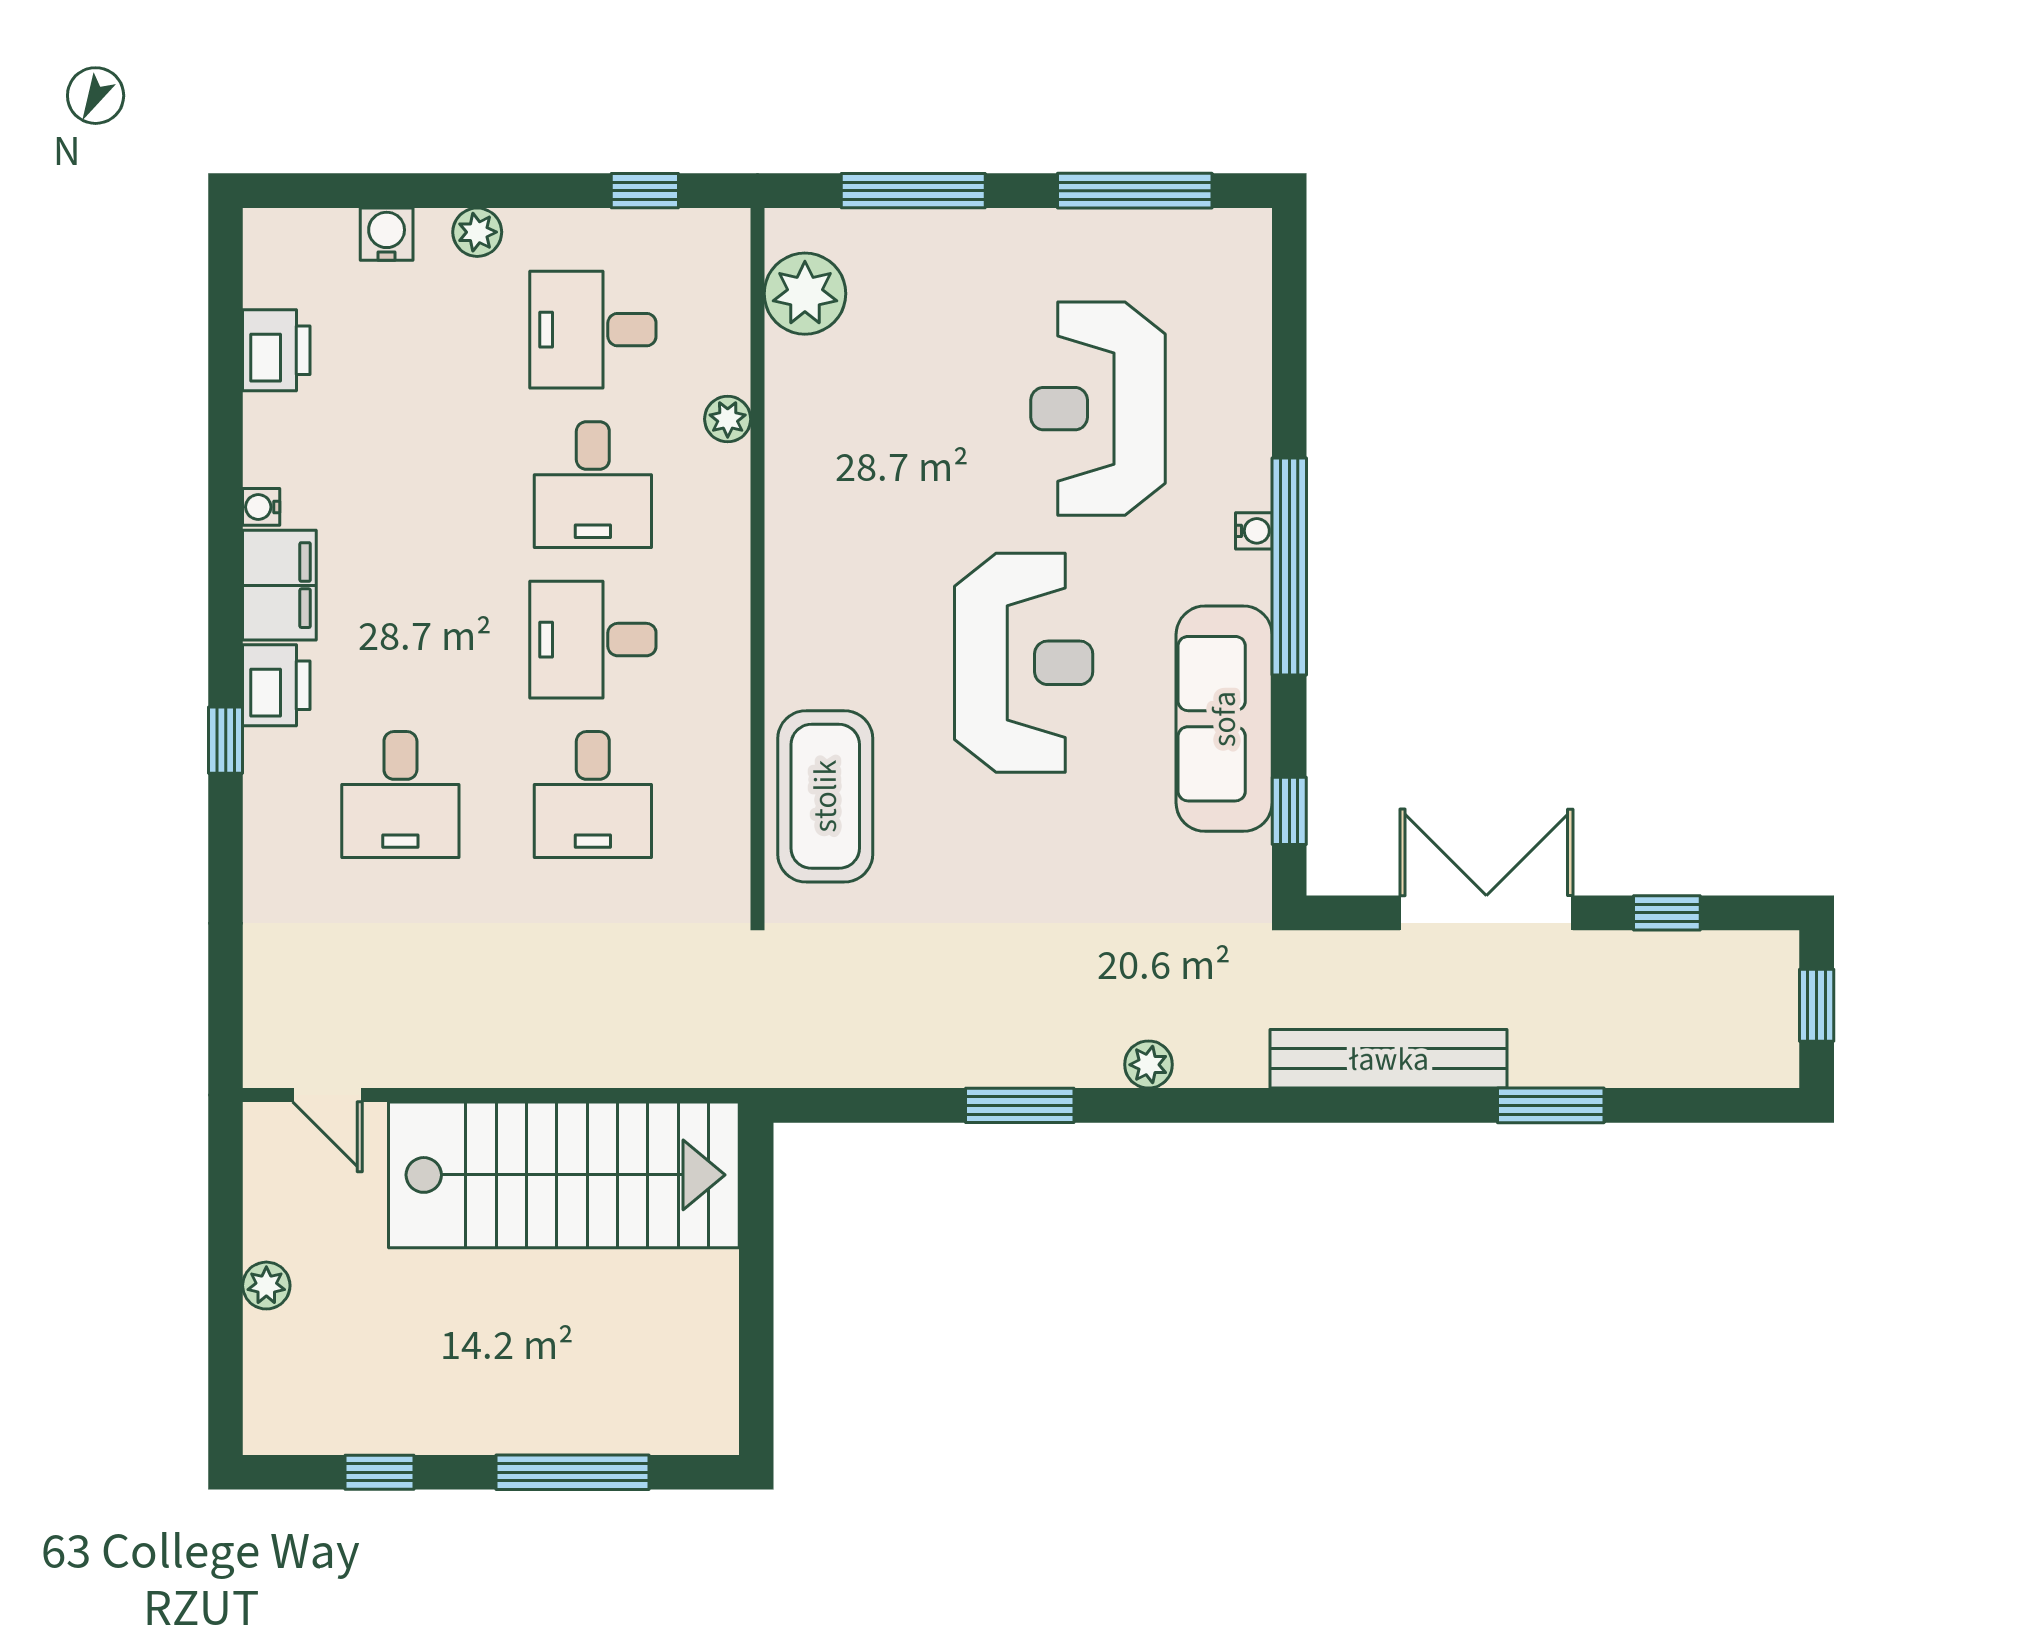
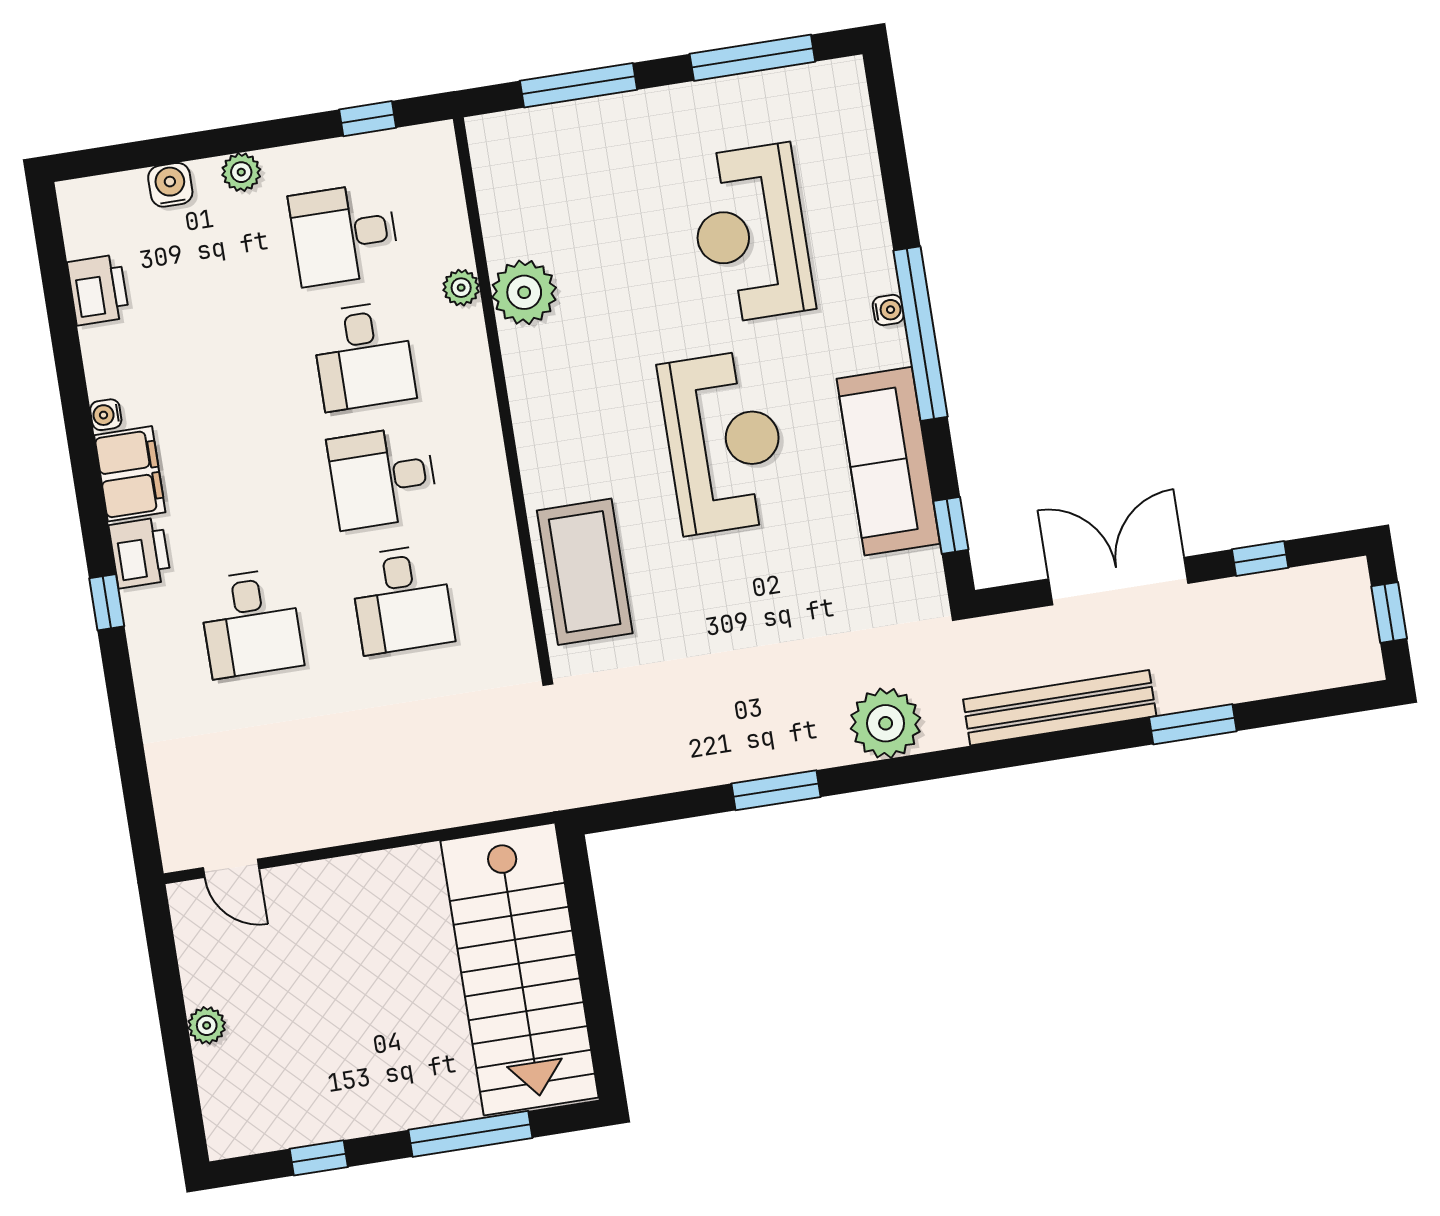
plant: (805, 294) -> (524, 292), moved
plant: (1148, 1065) -> (886, 723), width x1.88, depth x1.88
stairs: (564, 1175) -> (520, 969), moved, turned 90

